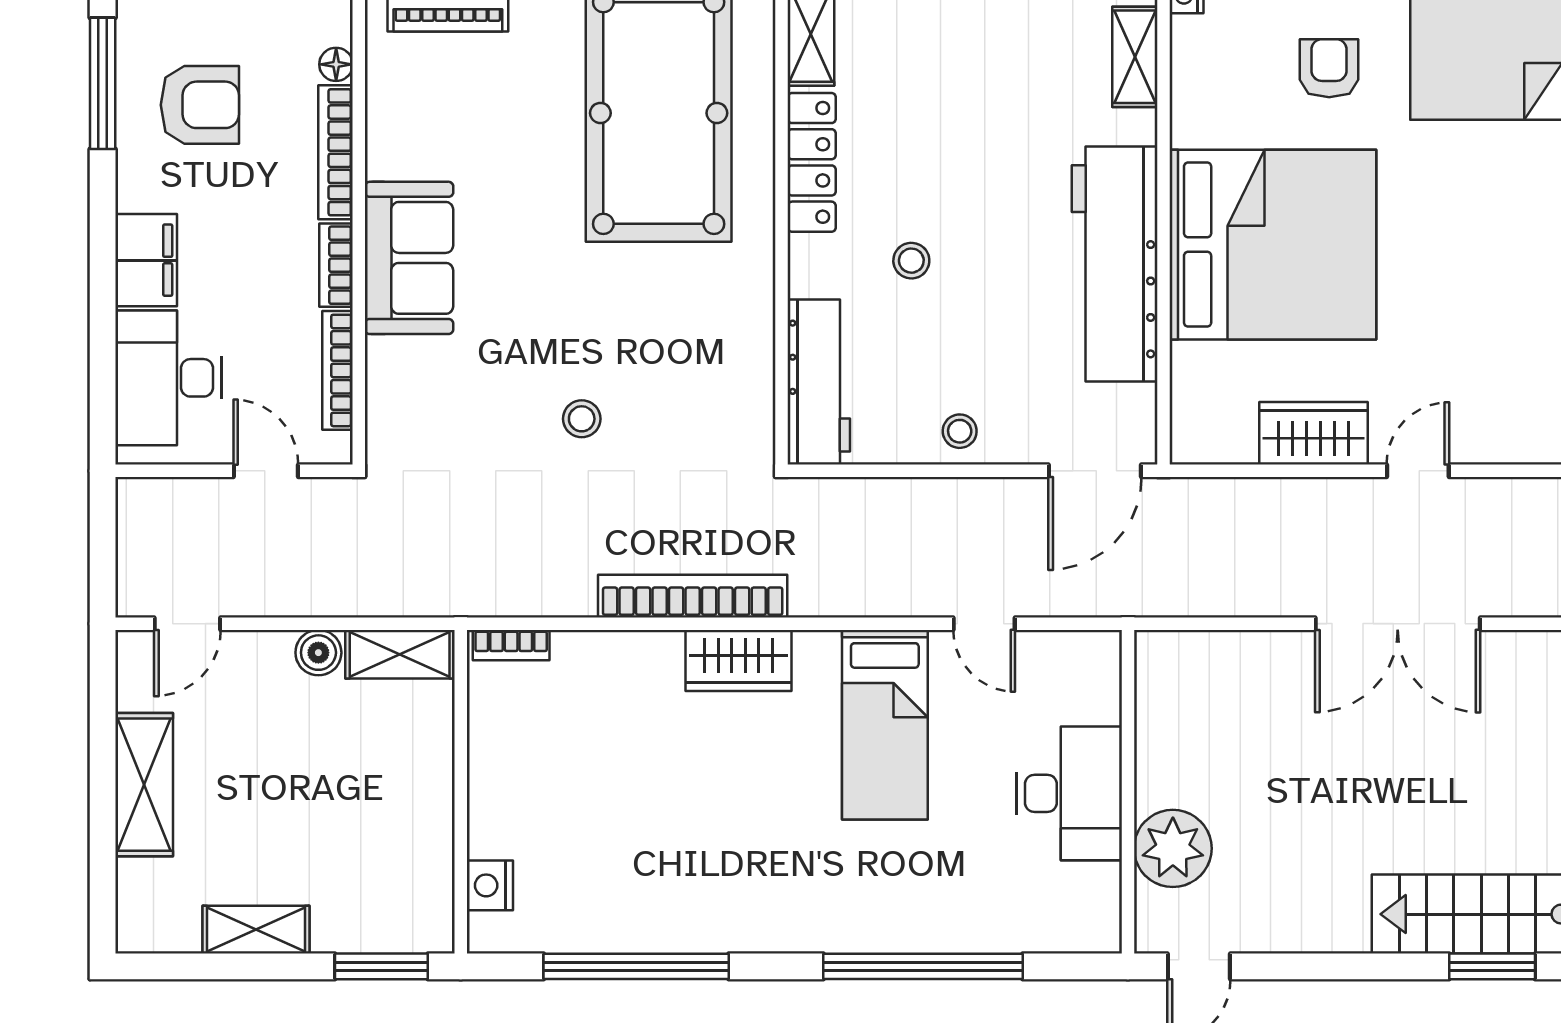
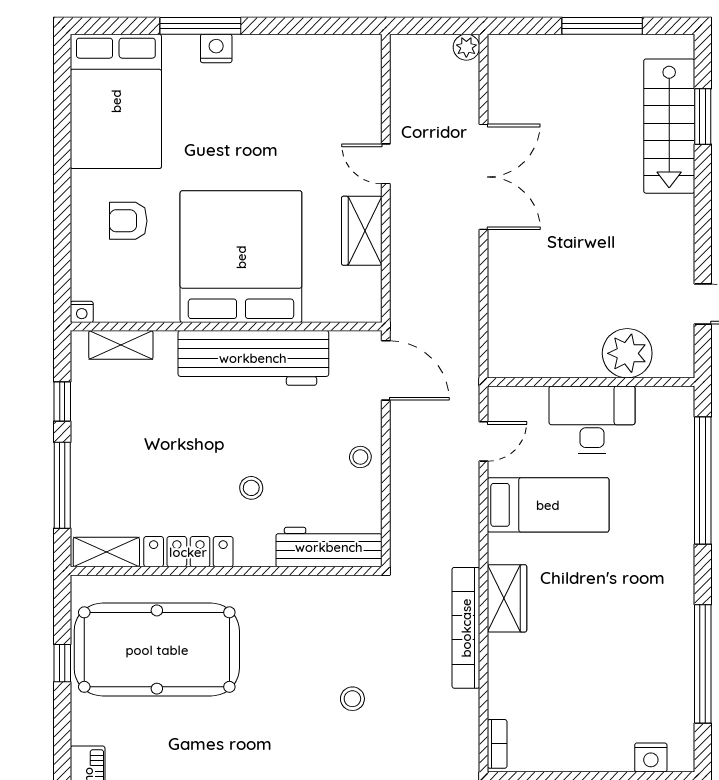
wall: (1128, 792) -> (591, 382), moved
desk: (1069, 793) -> (592, 419), moved
plant: (1173, 848) -> (627, 353), moved

